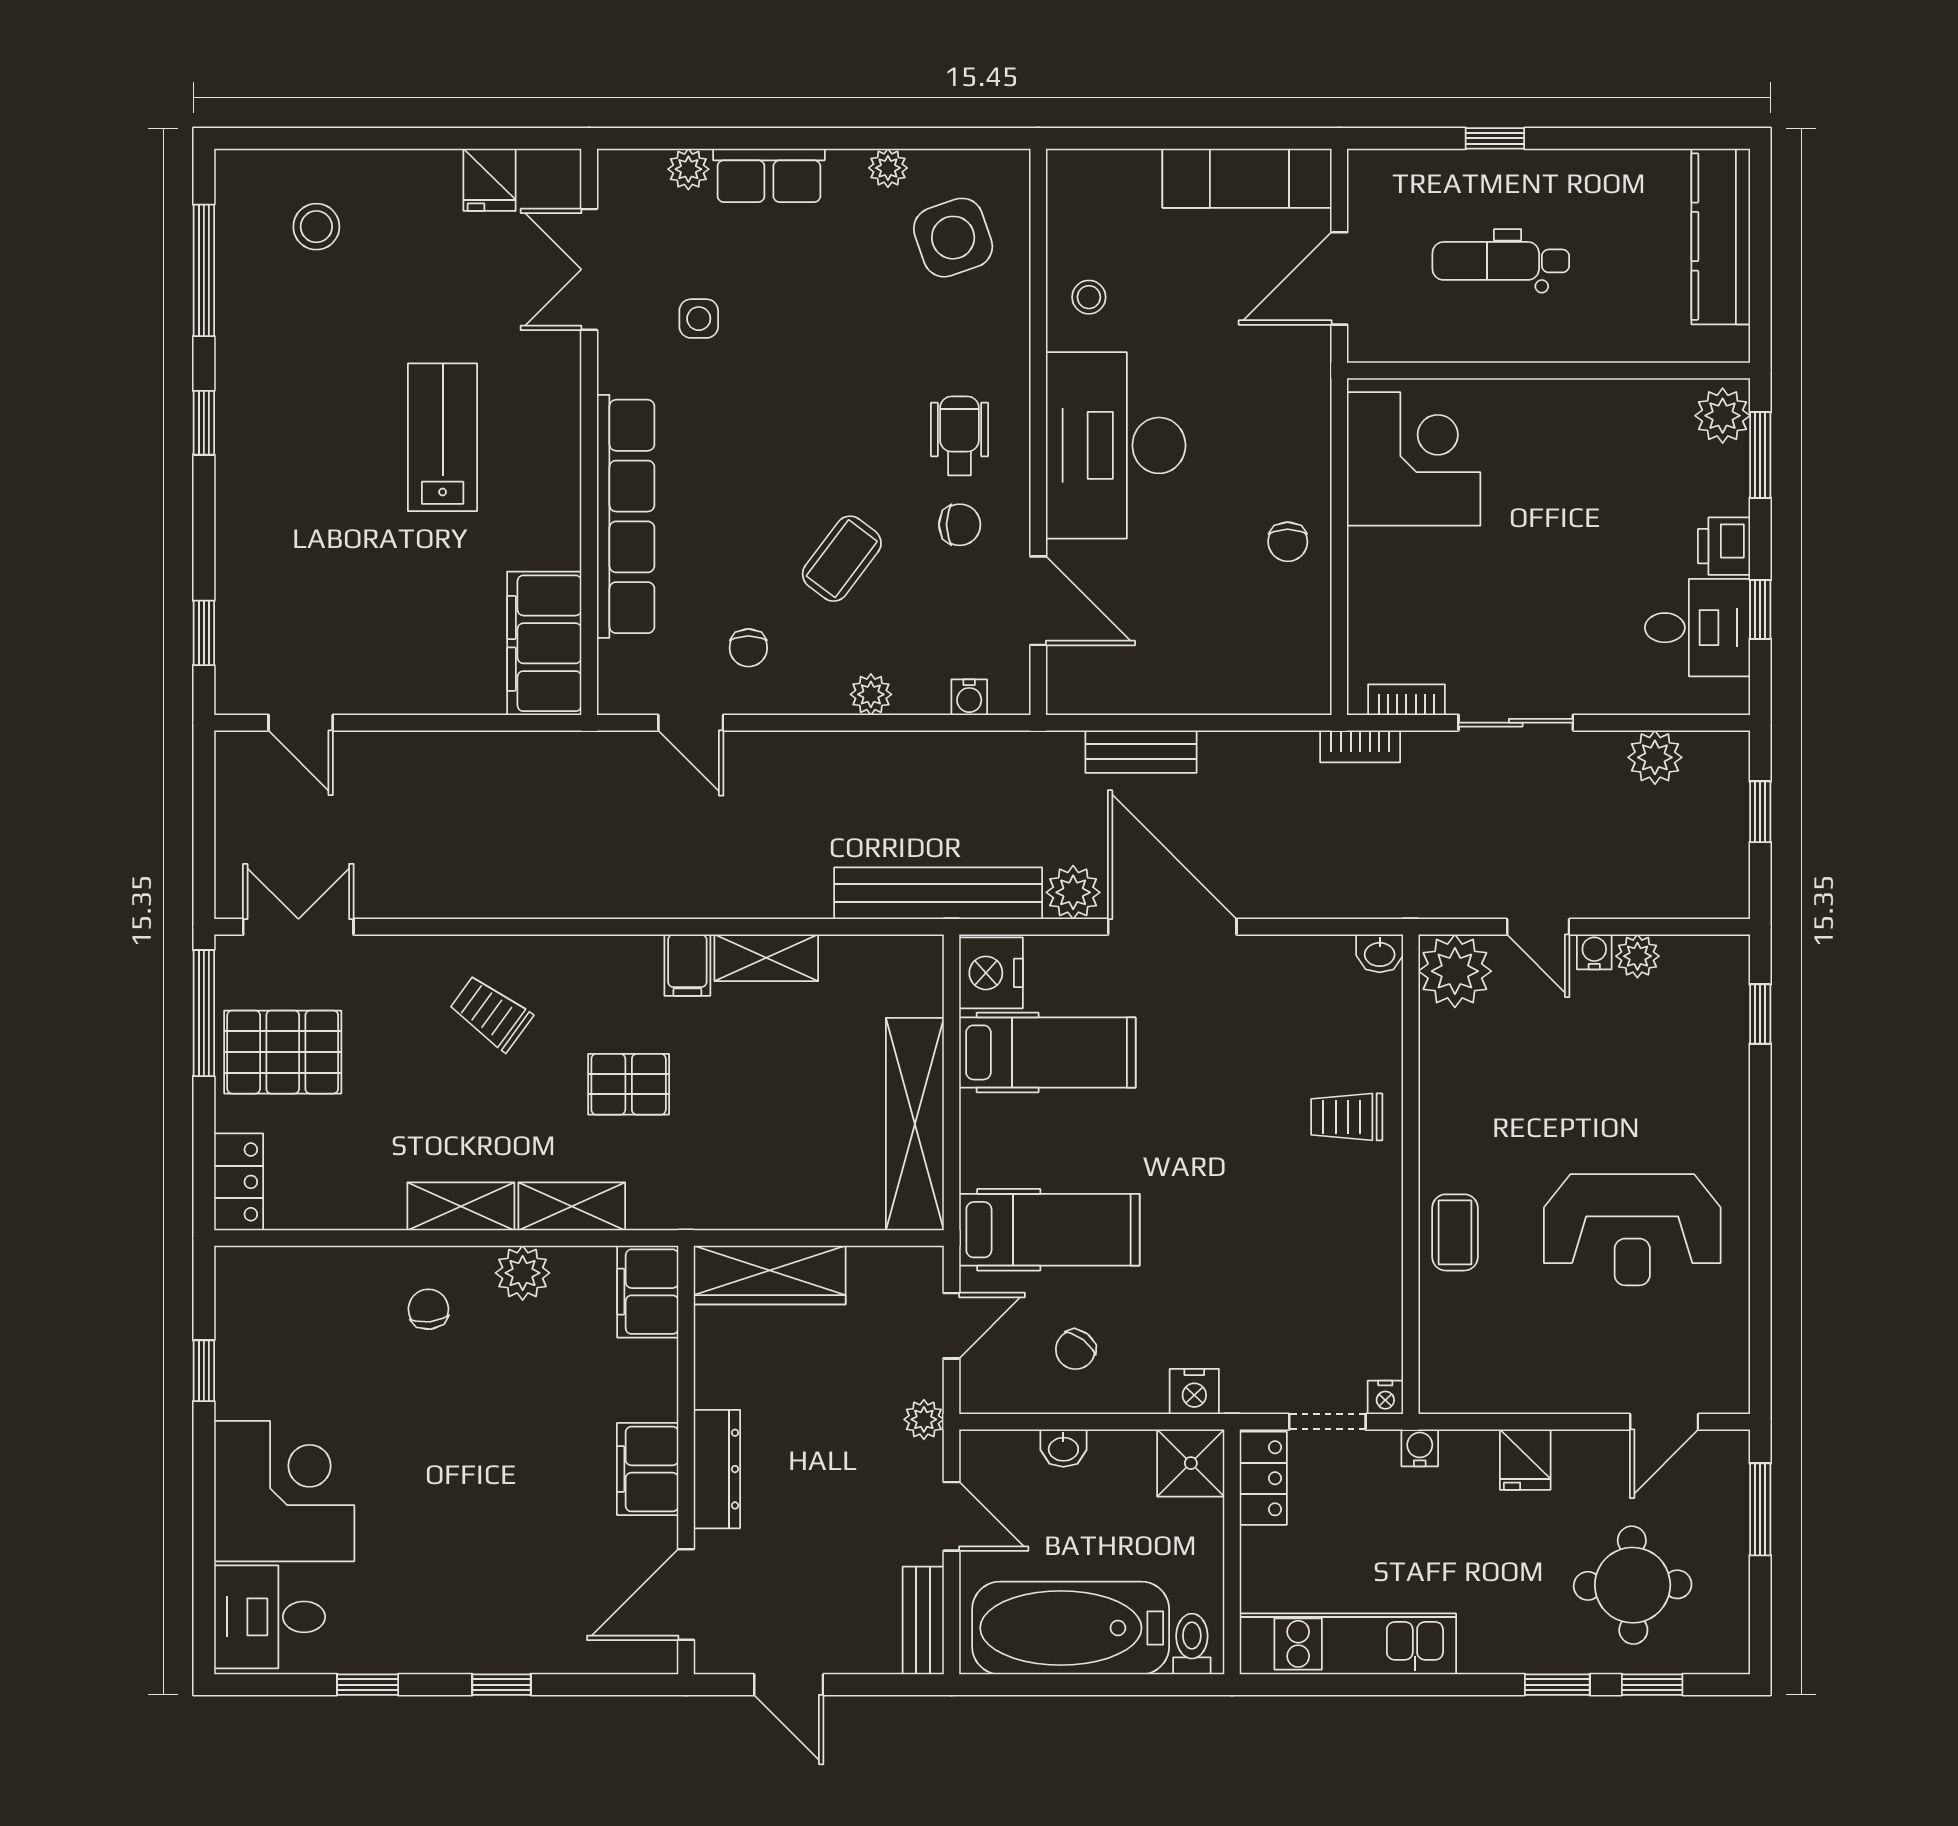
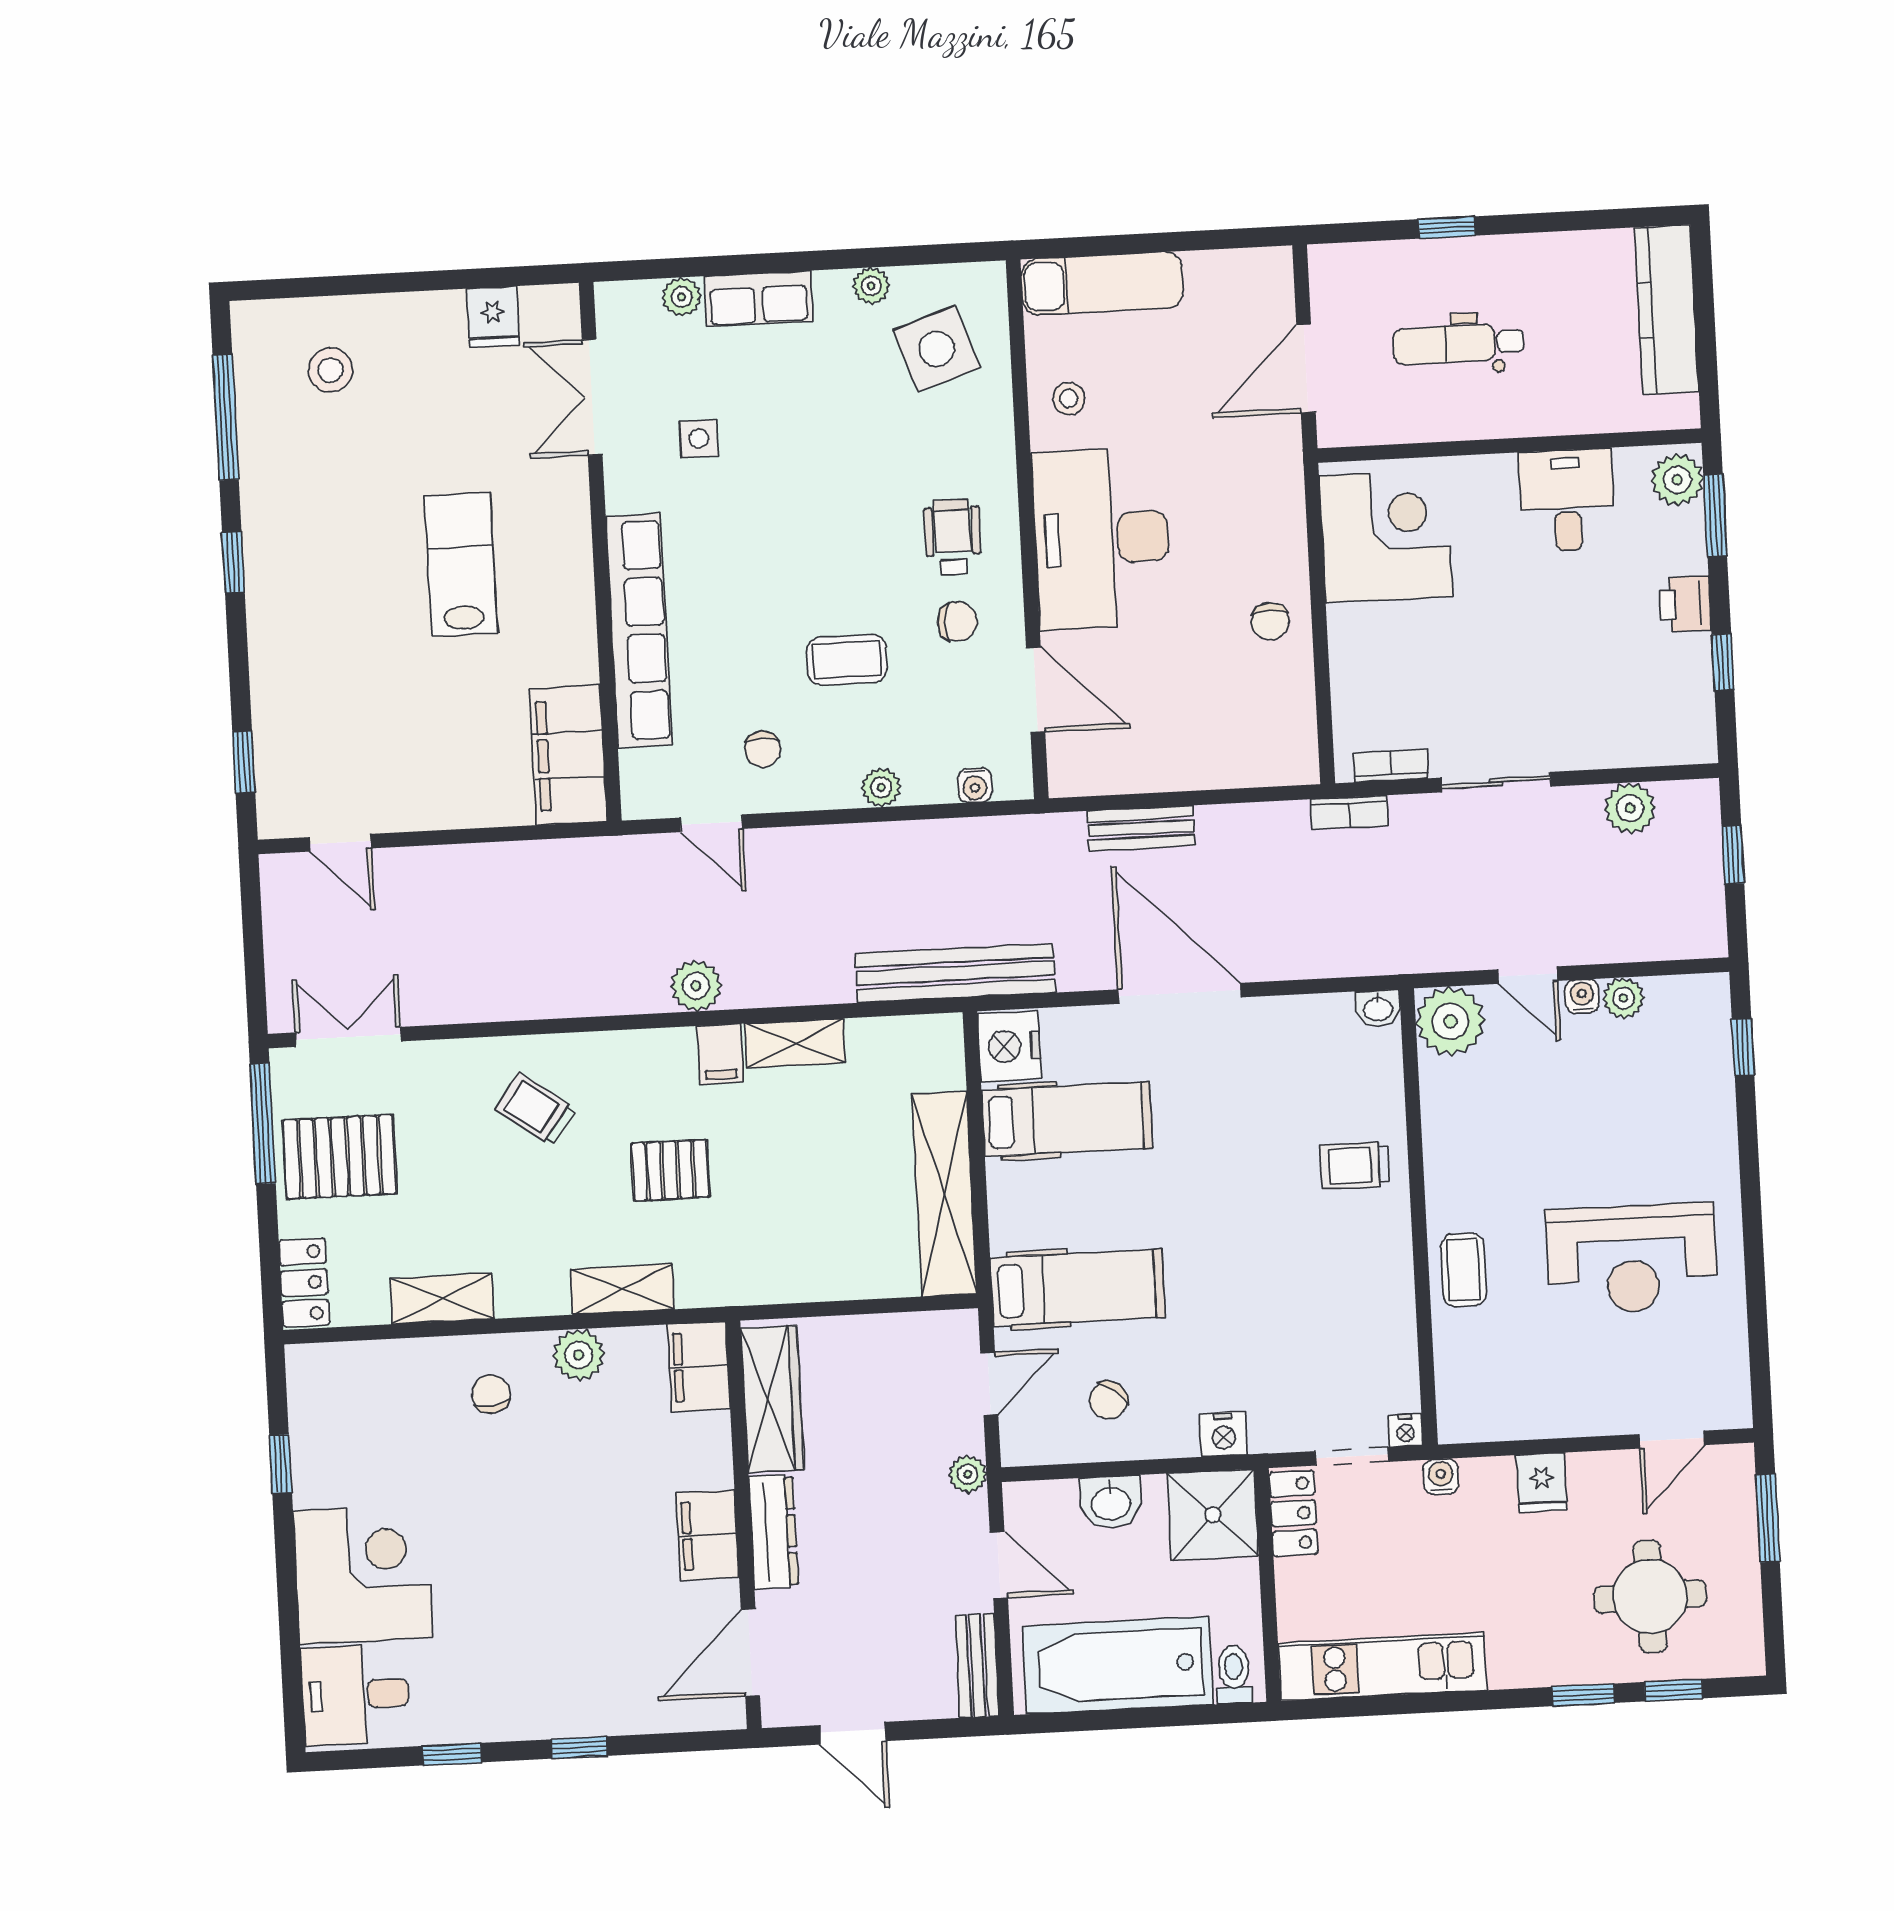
exam couch: (1247, 178) -> (1102, 284), moved
coffee table: (842, 559) -> (847, 660), turned 53
desk: (1697, 628) -> (1567, 500), moved, turned -90
plant: (1073, 892) -> (696, 986), moved
shelving: (461, 1206) -> (442, 1299), moved
wardrobe: (770, 1275) -> (772, 1399), moved, turned -90
washbasin: (1063, 1448) -> (1111, 1502), width x1.38, depth x1.45
shower: (1191, 1463) -> (1213, 1515), width x1.36, depth x1.36

